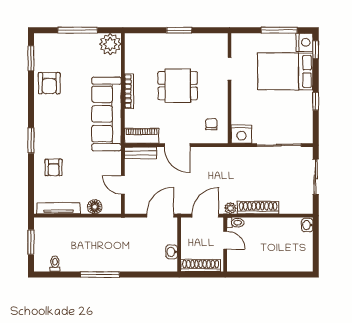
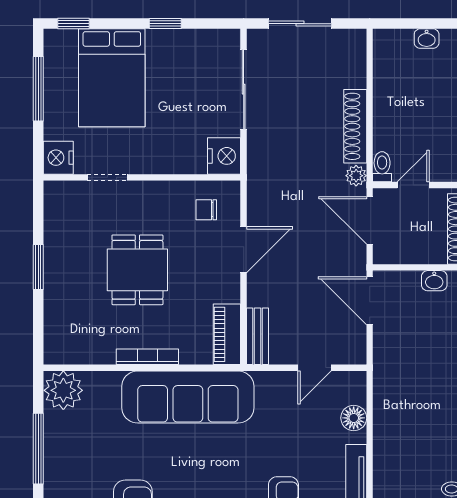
nightstand: (304, 42) -> (58, 158), moved, turned -90
door: (177, 145) -> (244, 250), moved
washbasin: (307, 225) -> (427, 39), moved

